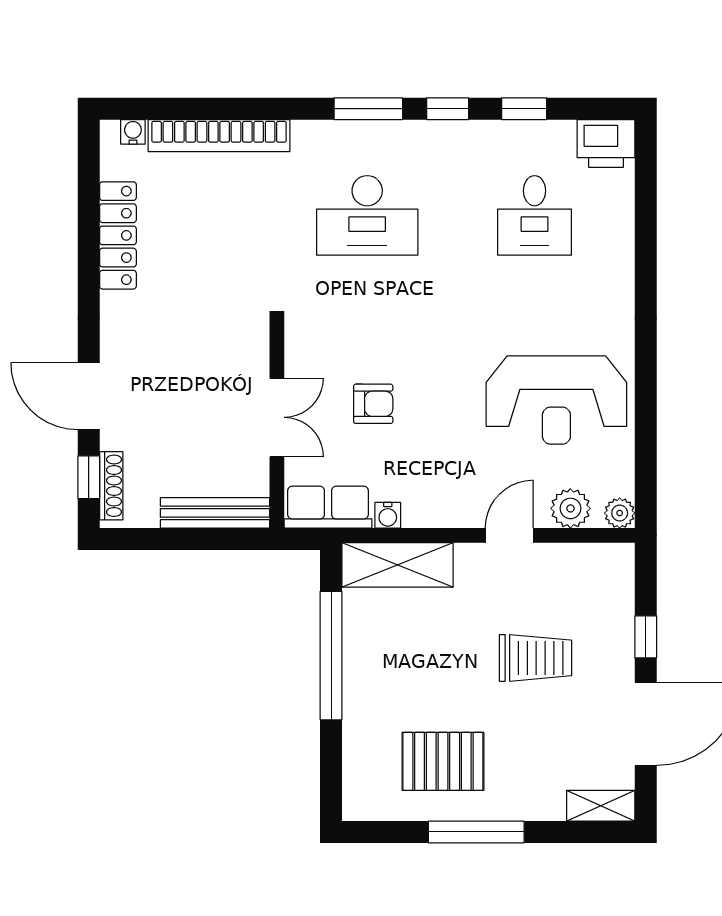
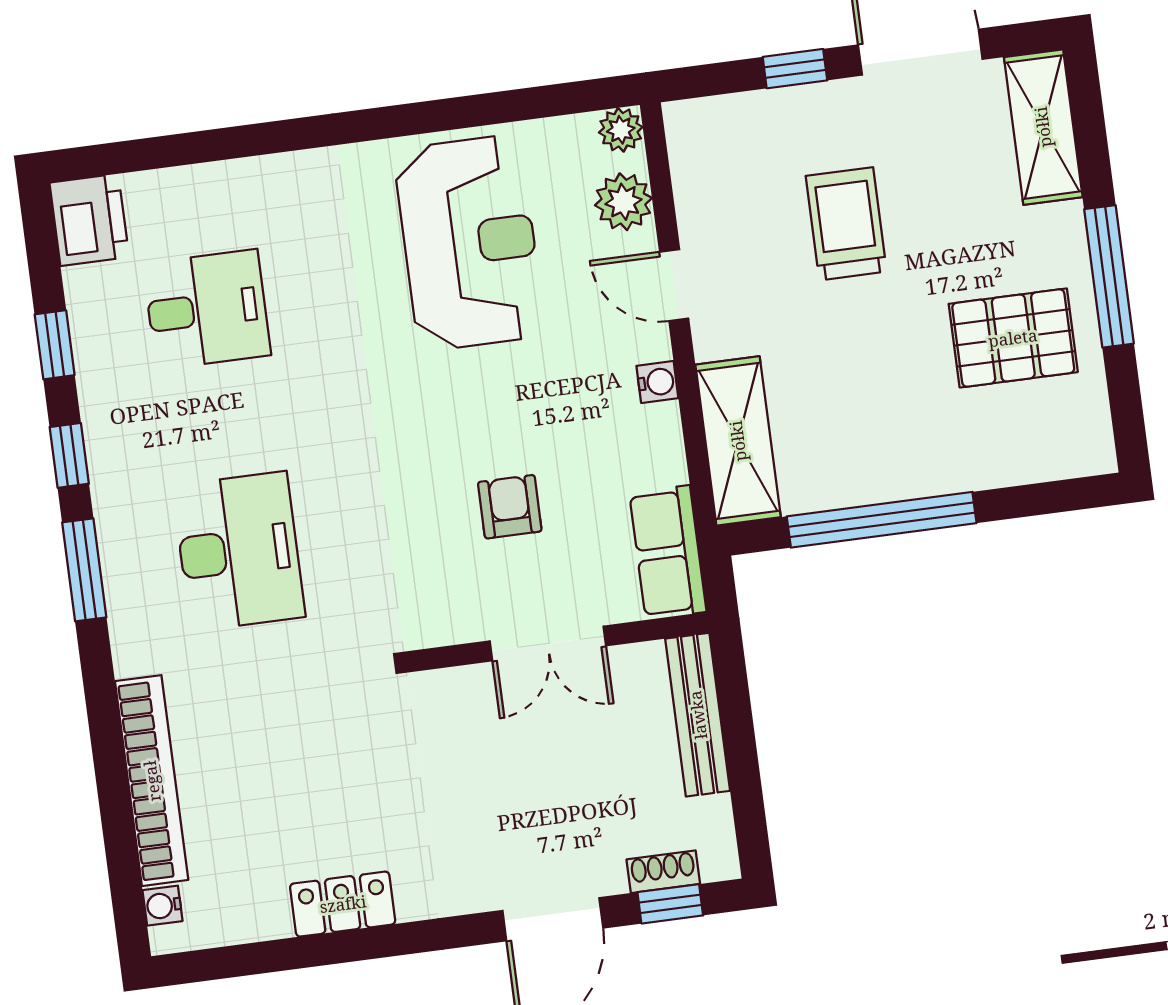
locker: (118, 235) -> (343, 904), width x0.66
double door: (277, 417) -> (548, 643), swing flipped
shoe rack: (111, 486) -> (663, 872), width x0.70
water cooler: (388, 515) -> (657, 382), moved
pallet: (443, 761) -> (1013, 338), turned 90
shelving: (601, 806) -> (1043, 127), width x1.50, depth x1.33

